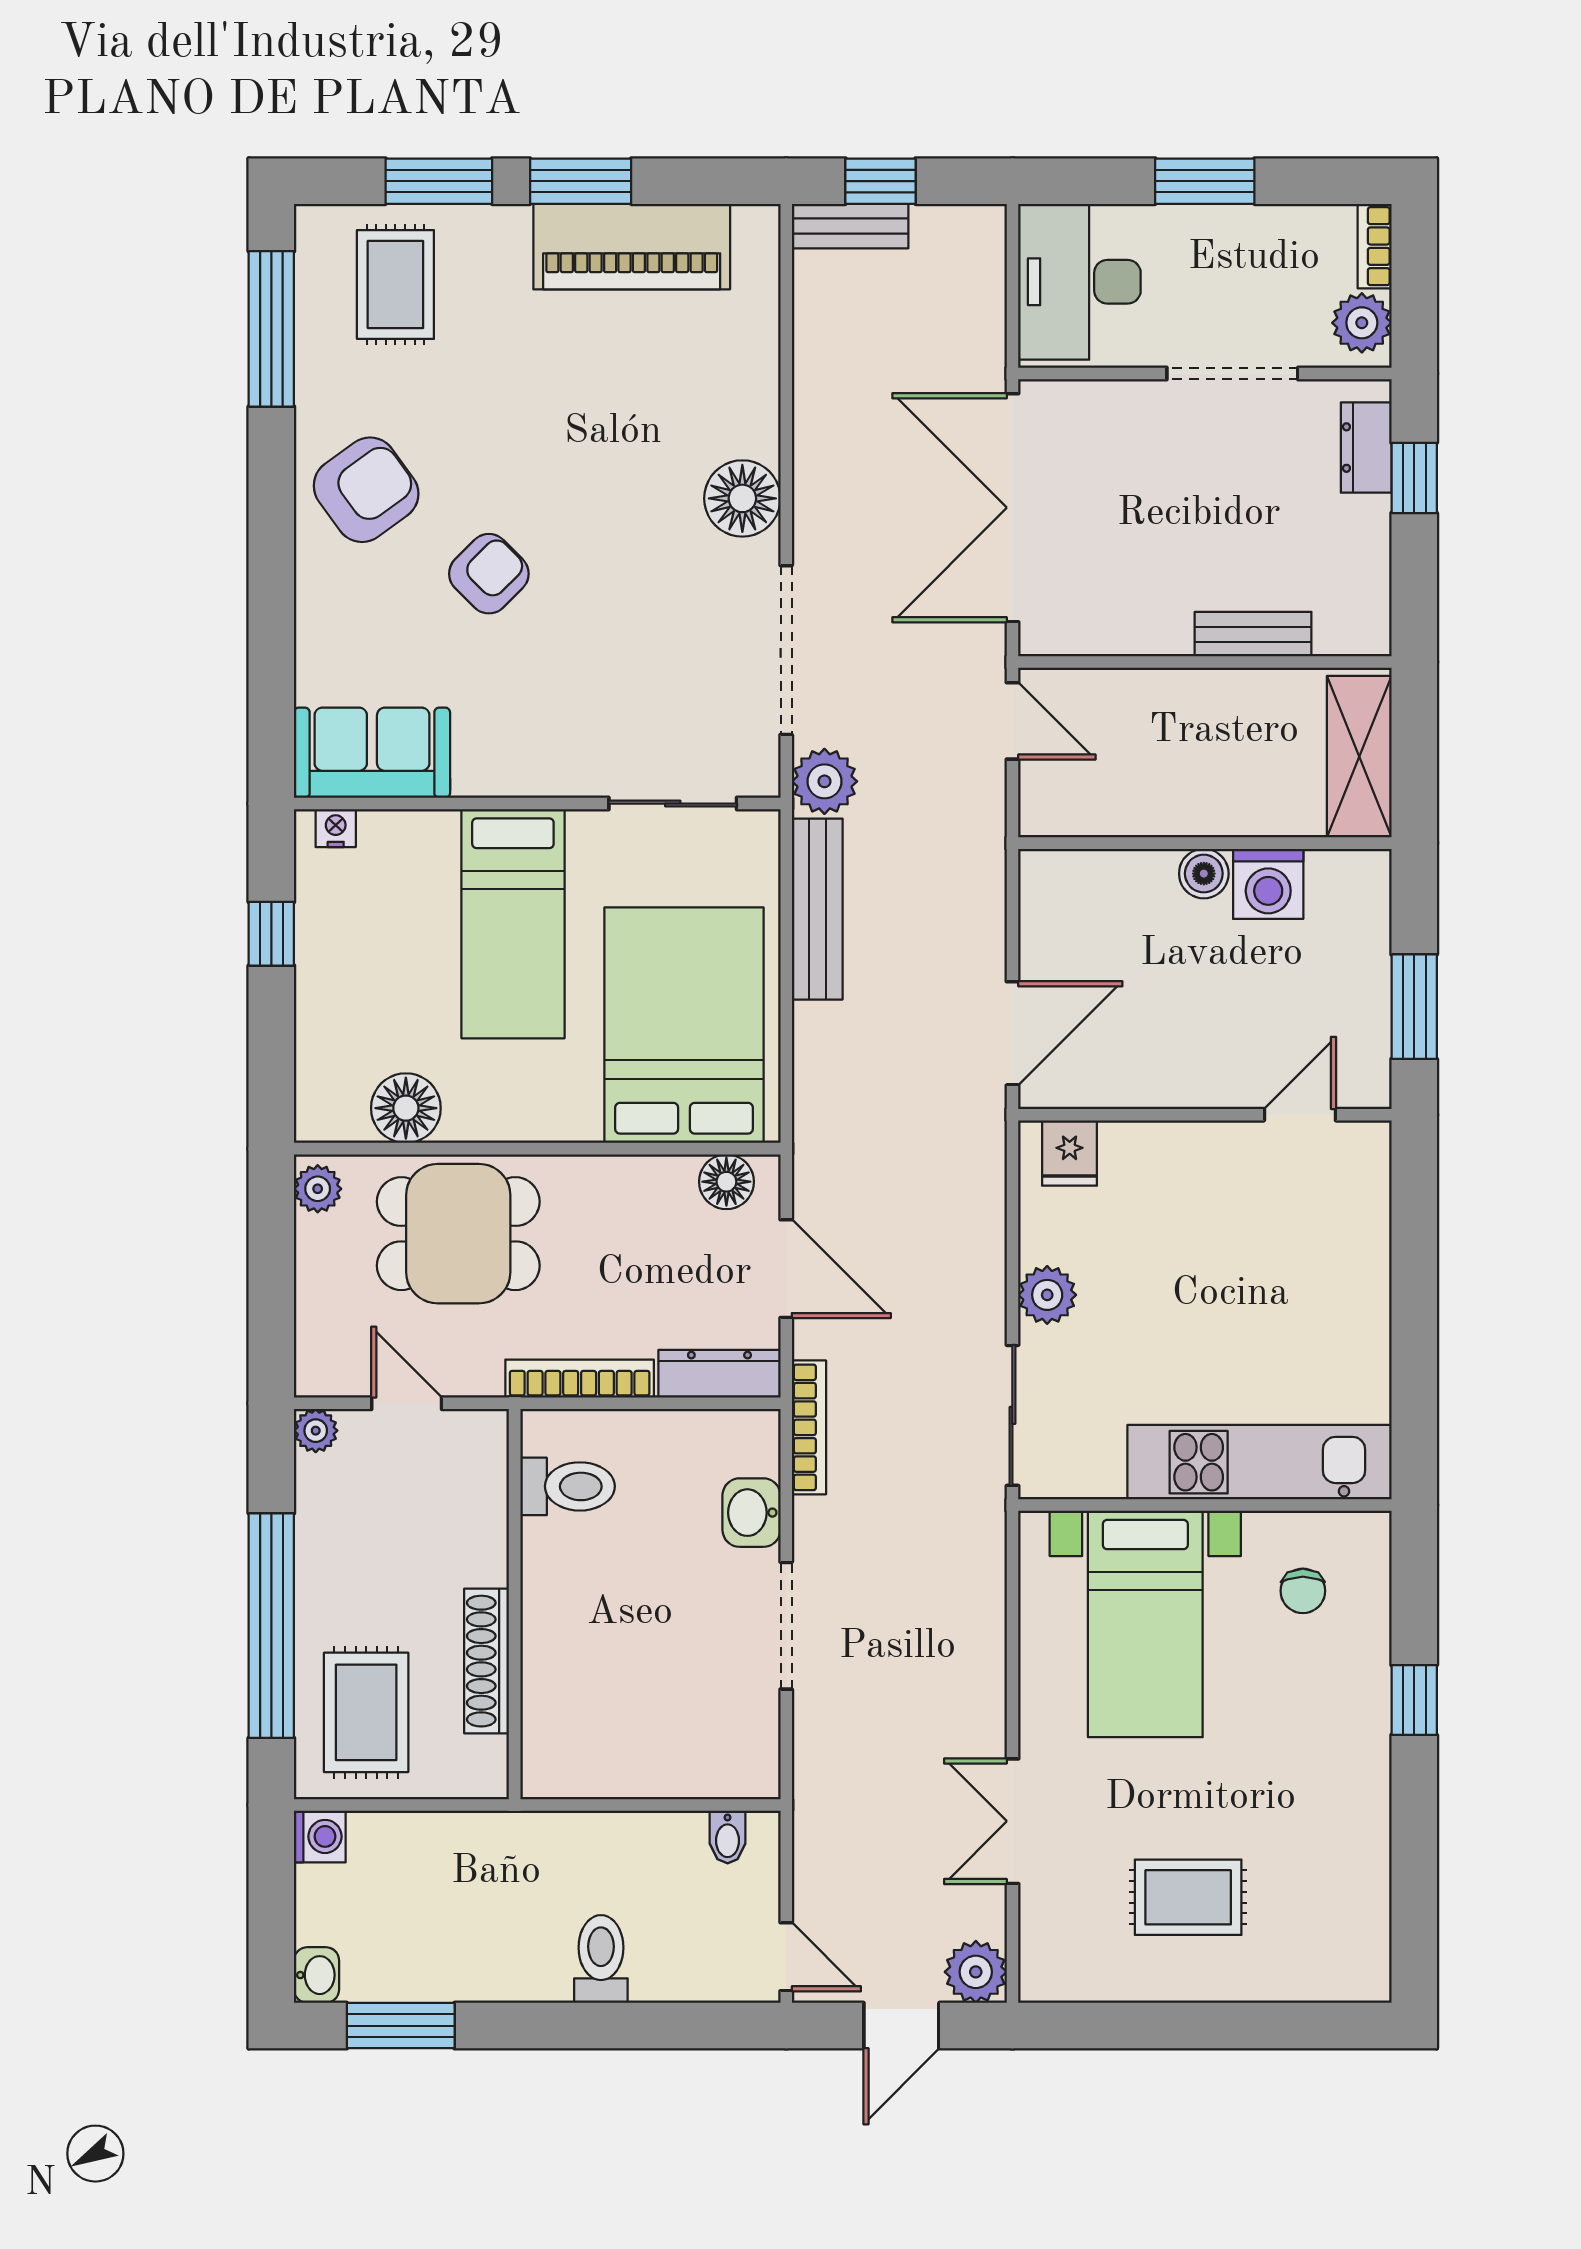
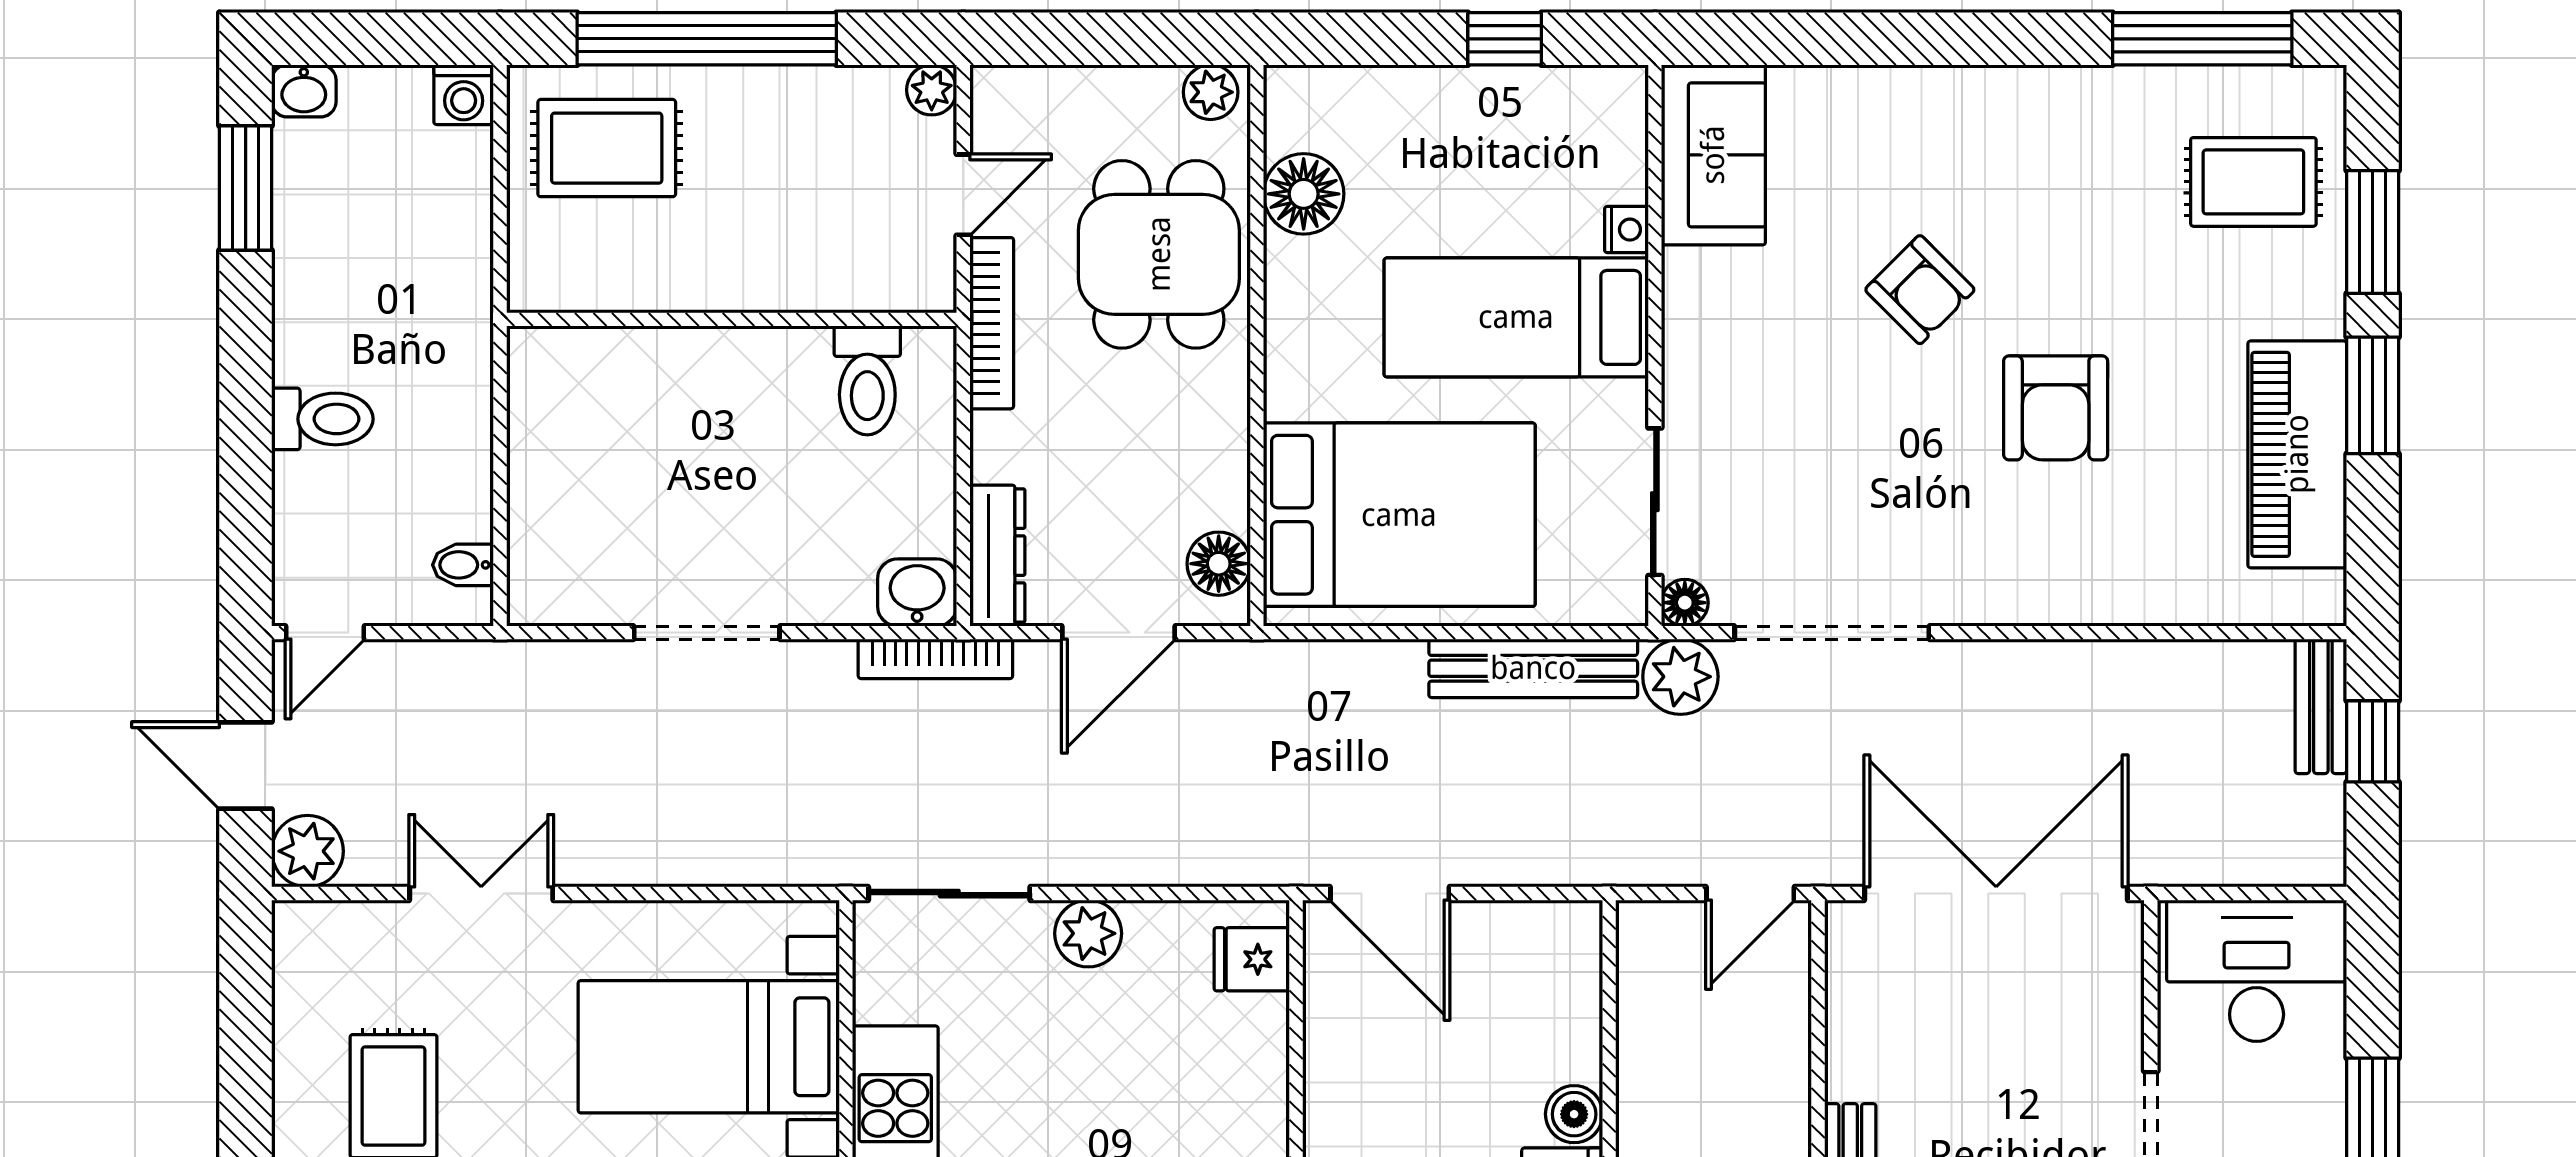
armchair: (366, 490) -> (2056, 408), moved, turned 36
floor lamp: (742, 498) -> (1685, 603), moved, width x0.53, depth x0.53
nightstand: (336, 828) -> (1626, 230), moved
bookcase: (580, 1379) -> (992, 323), moved
washbasin: (751, 1513) -> (917, 592), moved
shoe rack: (487, 1661) -> (666, 287), removed

